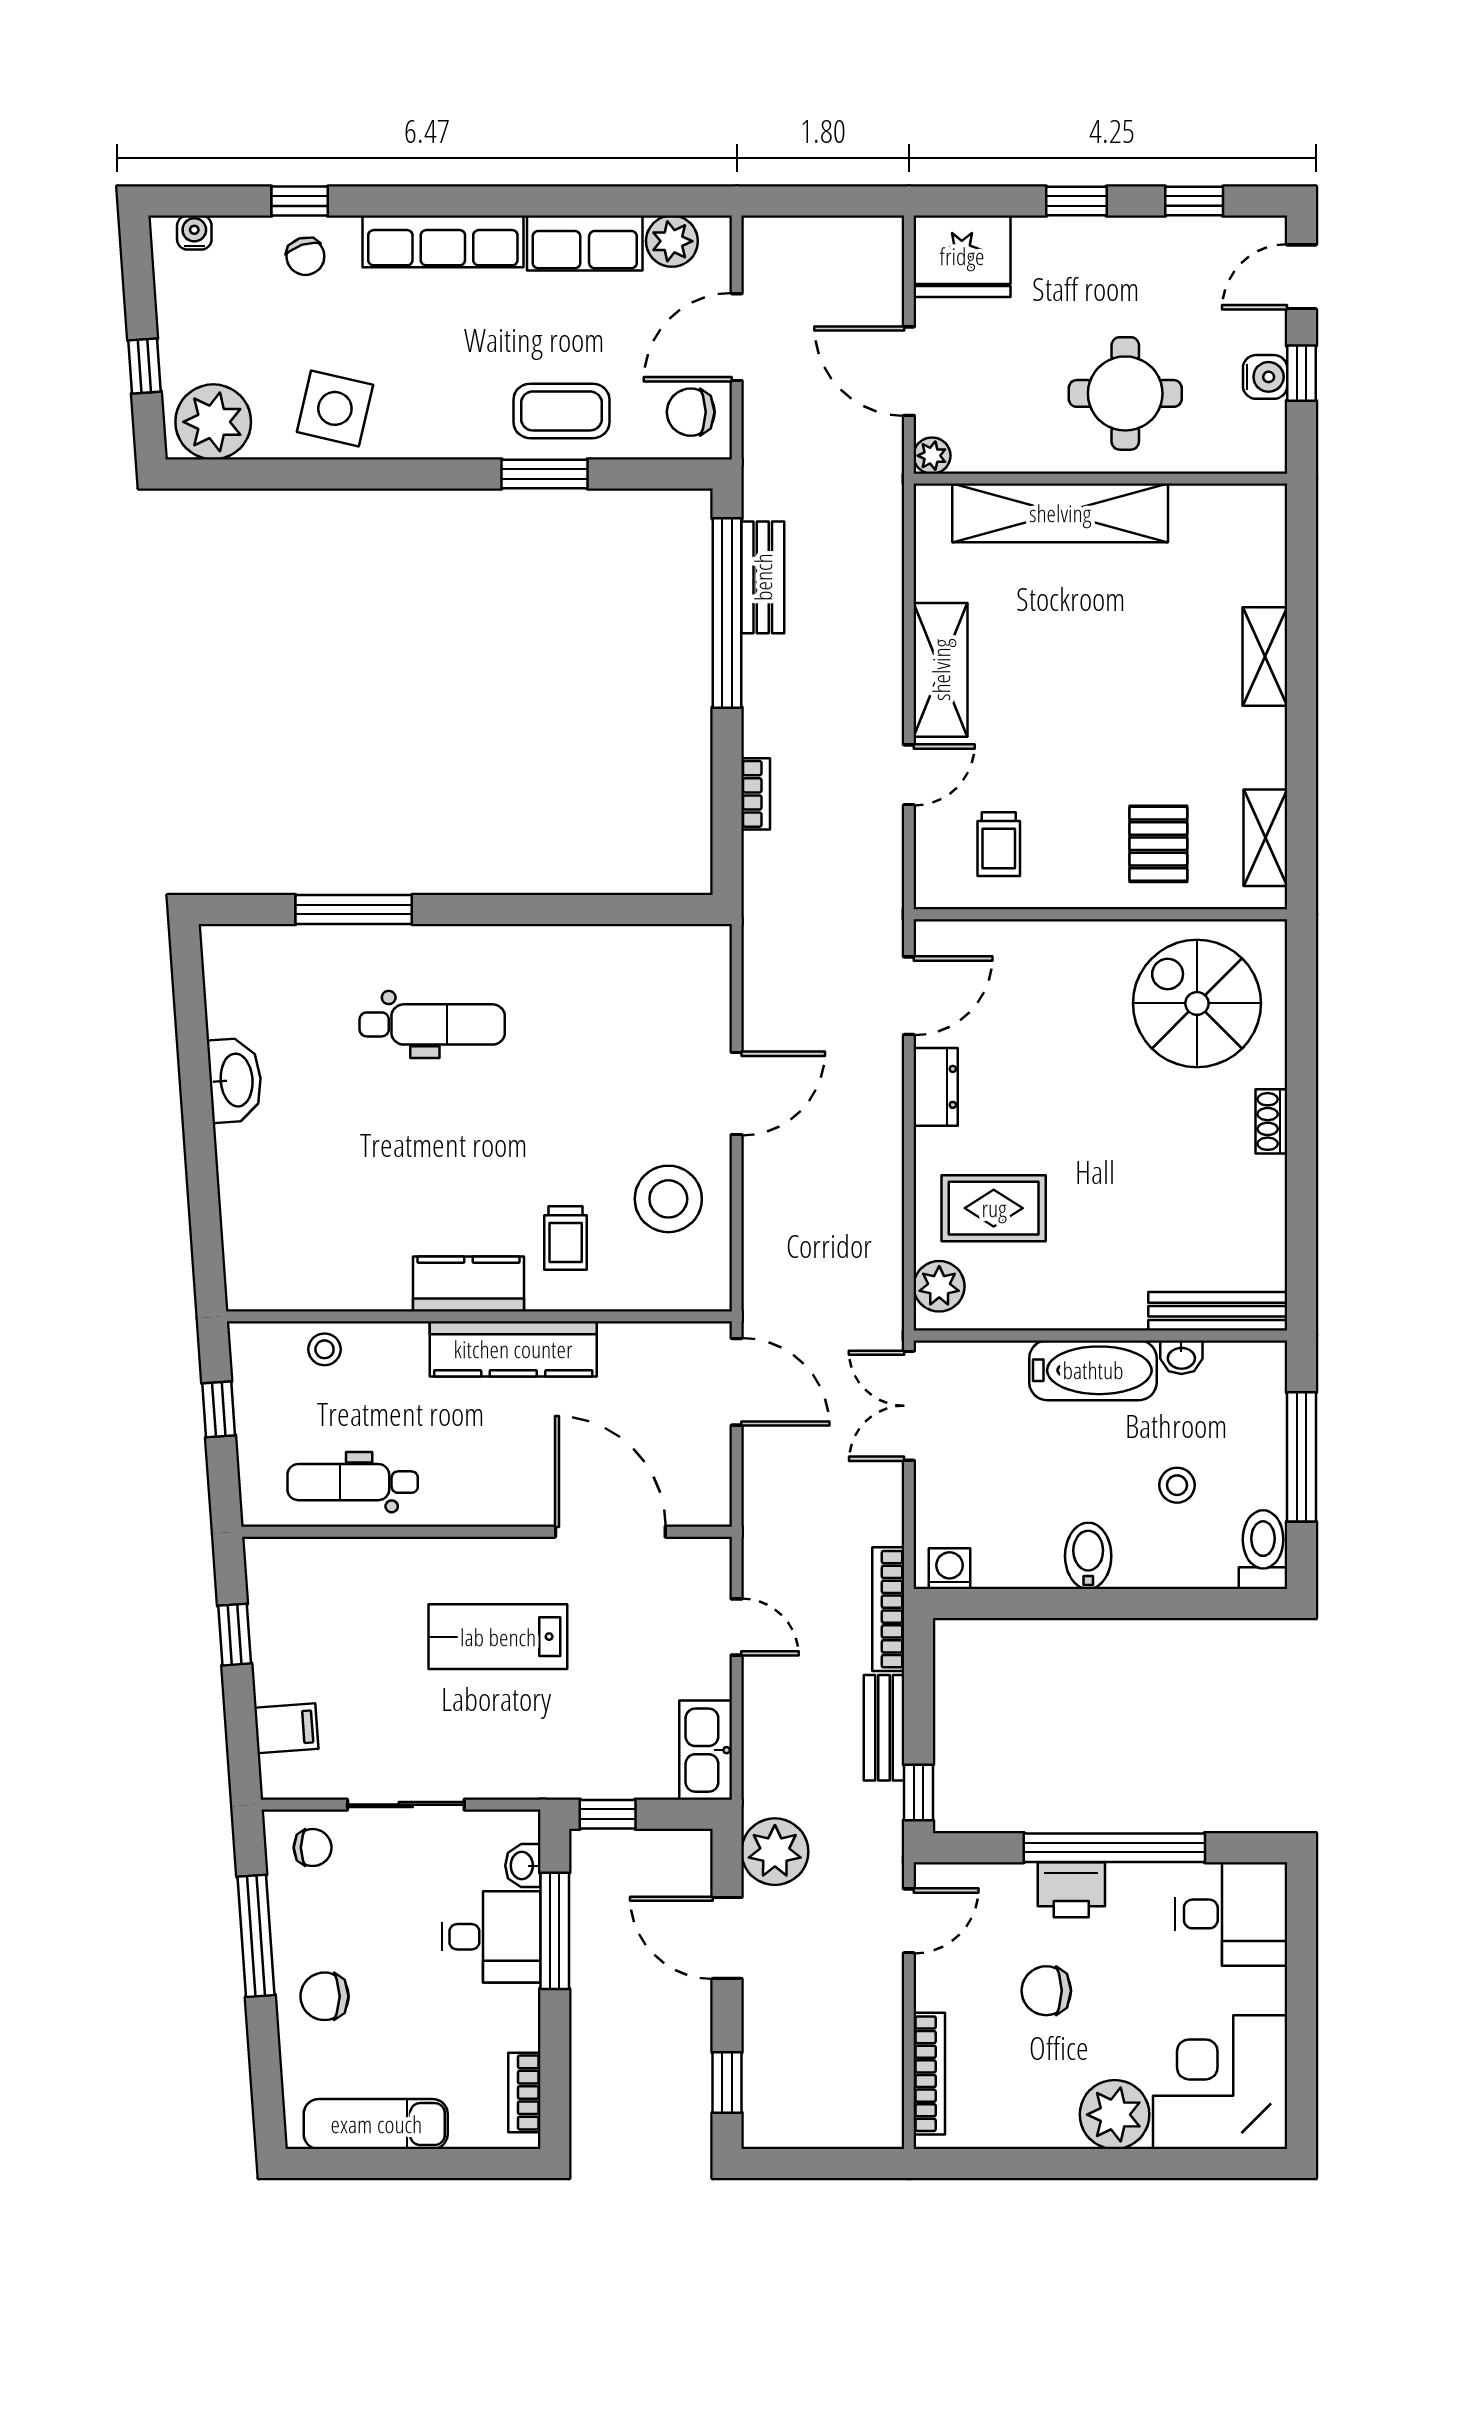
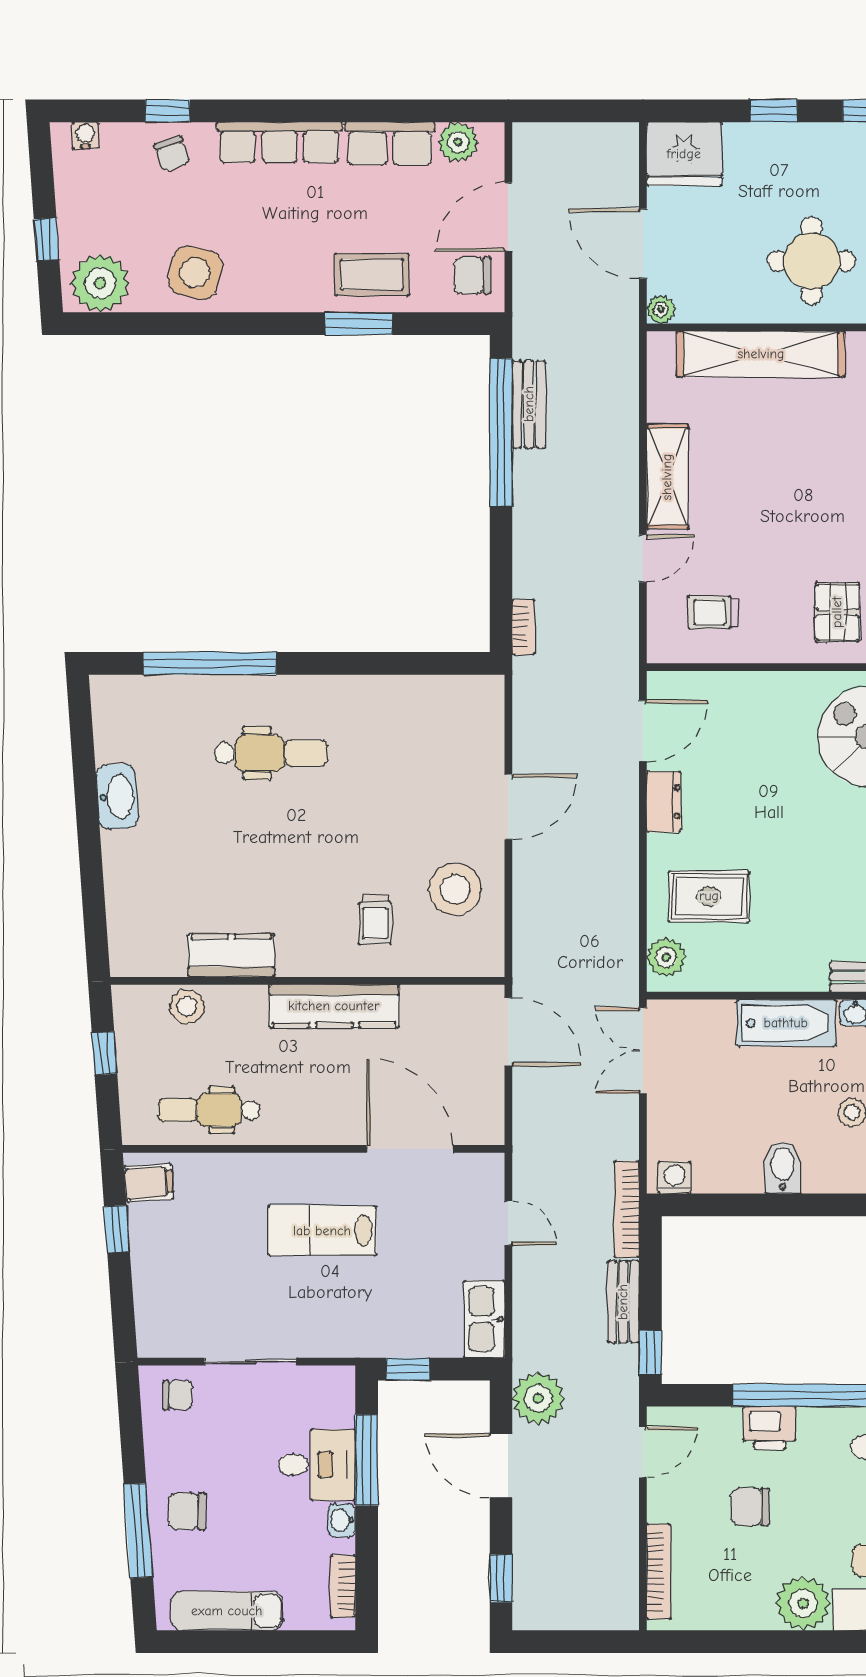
bookcase: (756, 794) -> (523, 627), moved
trolley: (999, 844) -> (713, 612), turned 90
window: (354, 909) -> (210, 663), width x1.46
kitchen counter: (468, 1284) -> (231, 955), moved
stool: (325, 1349) -> (187, 1007), width x1.37, depth x1.37
filing cabinet: (286, 1728) -> (149, 1183), moved
washbasin: (523, 1866) -> (342, 1520), moved
window: (256, 1936) -> (138, 1531), moved

